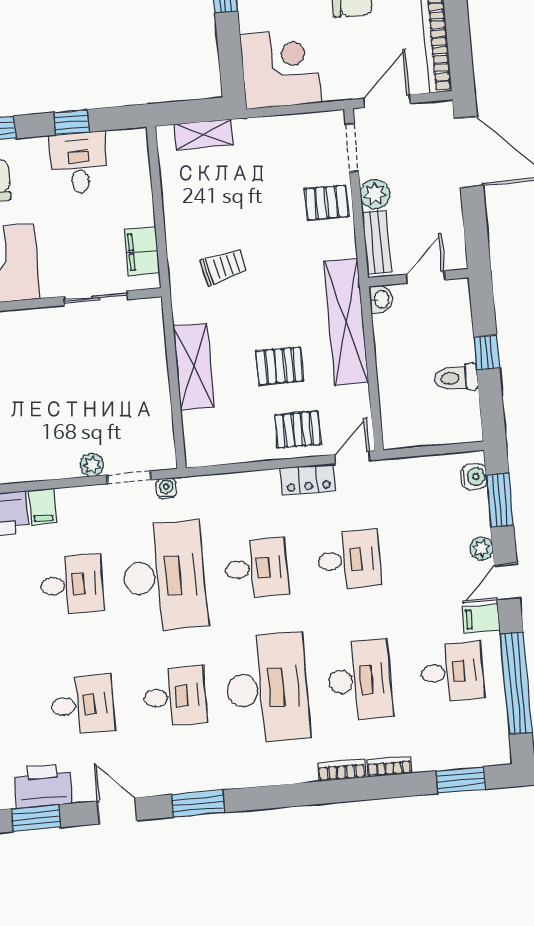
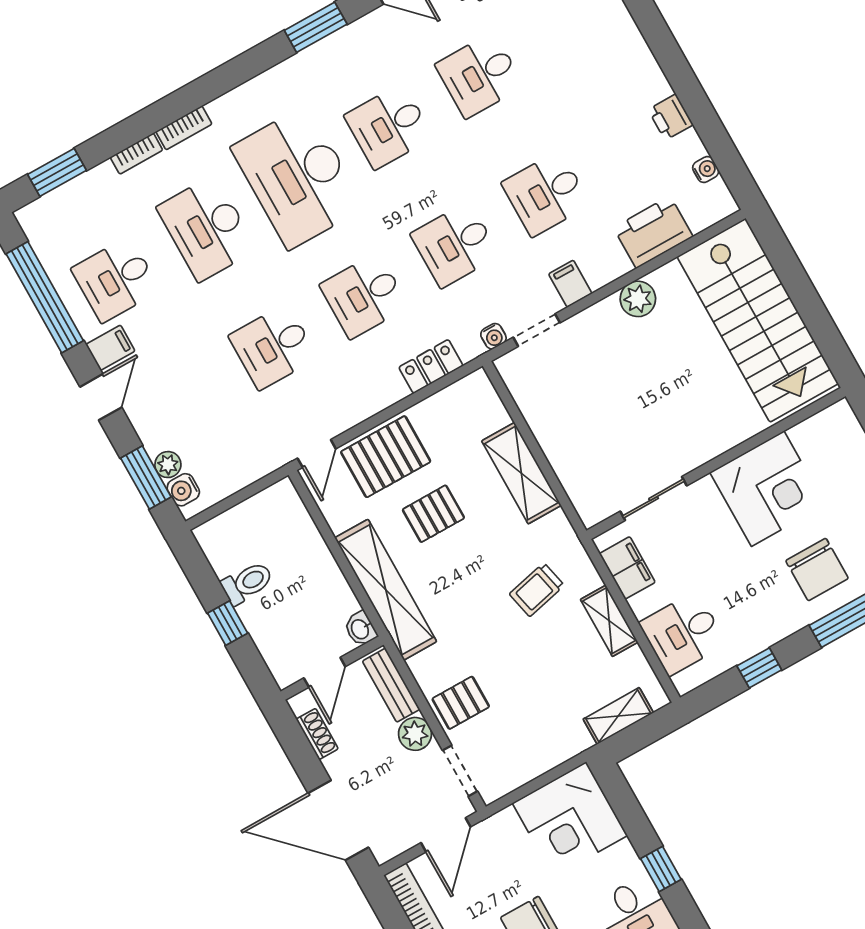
desk: (79, 163) -> (683, 633), moved, turned 90
shelving: (176, 215) -> (609, 621), added
shoe rack: (454, 230) -> (317, 734), added
pallet: (298, 430) -> (386, 457), width x1.50, depth x1.42
plant: (92, 465) -> (638, 299), moved, width x1.38, depth x1.38
locker: (308, 479) -> (431, 366), moved
filing cabinet: (43, 506) -> (570, 284), moved
plant: (481, 549) -> (168, 465), moved
desk: (164, 576) -> (455, 245), width x0.53, depth x0.77

